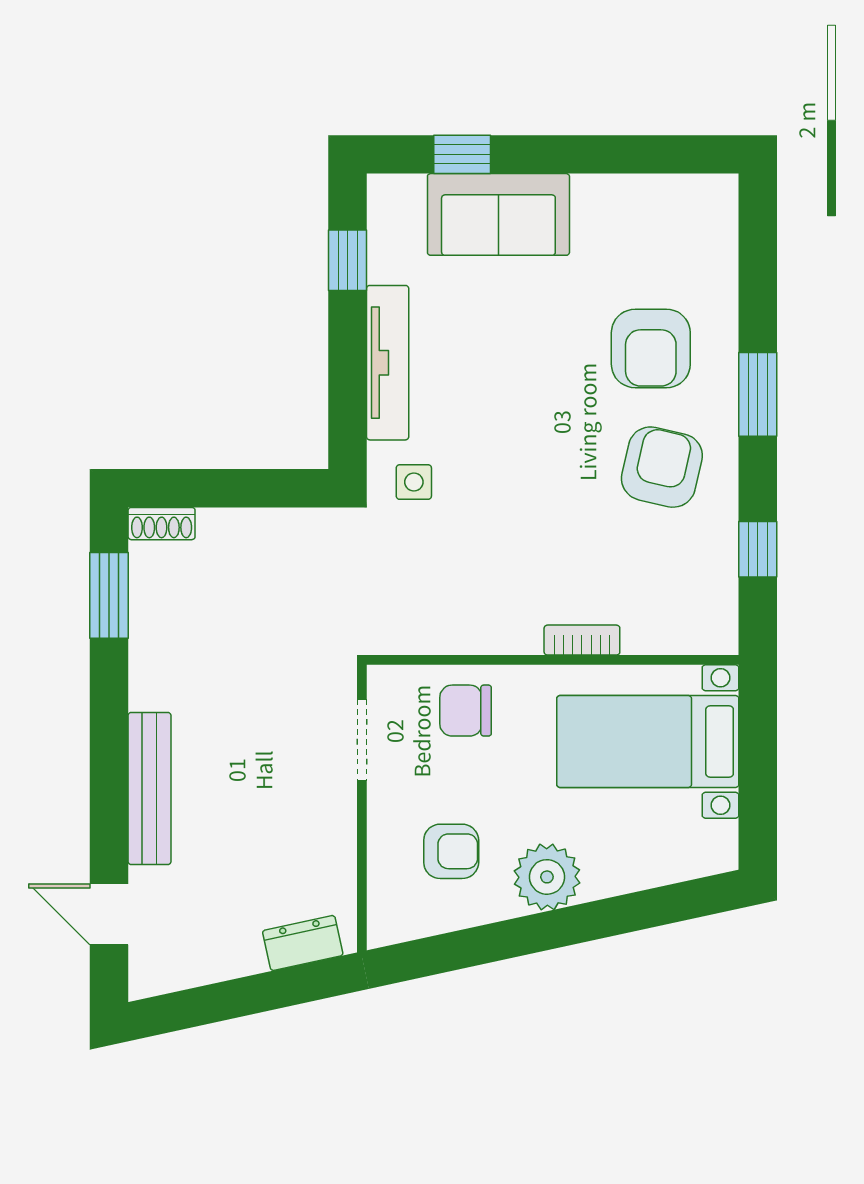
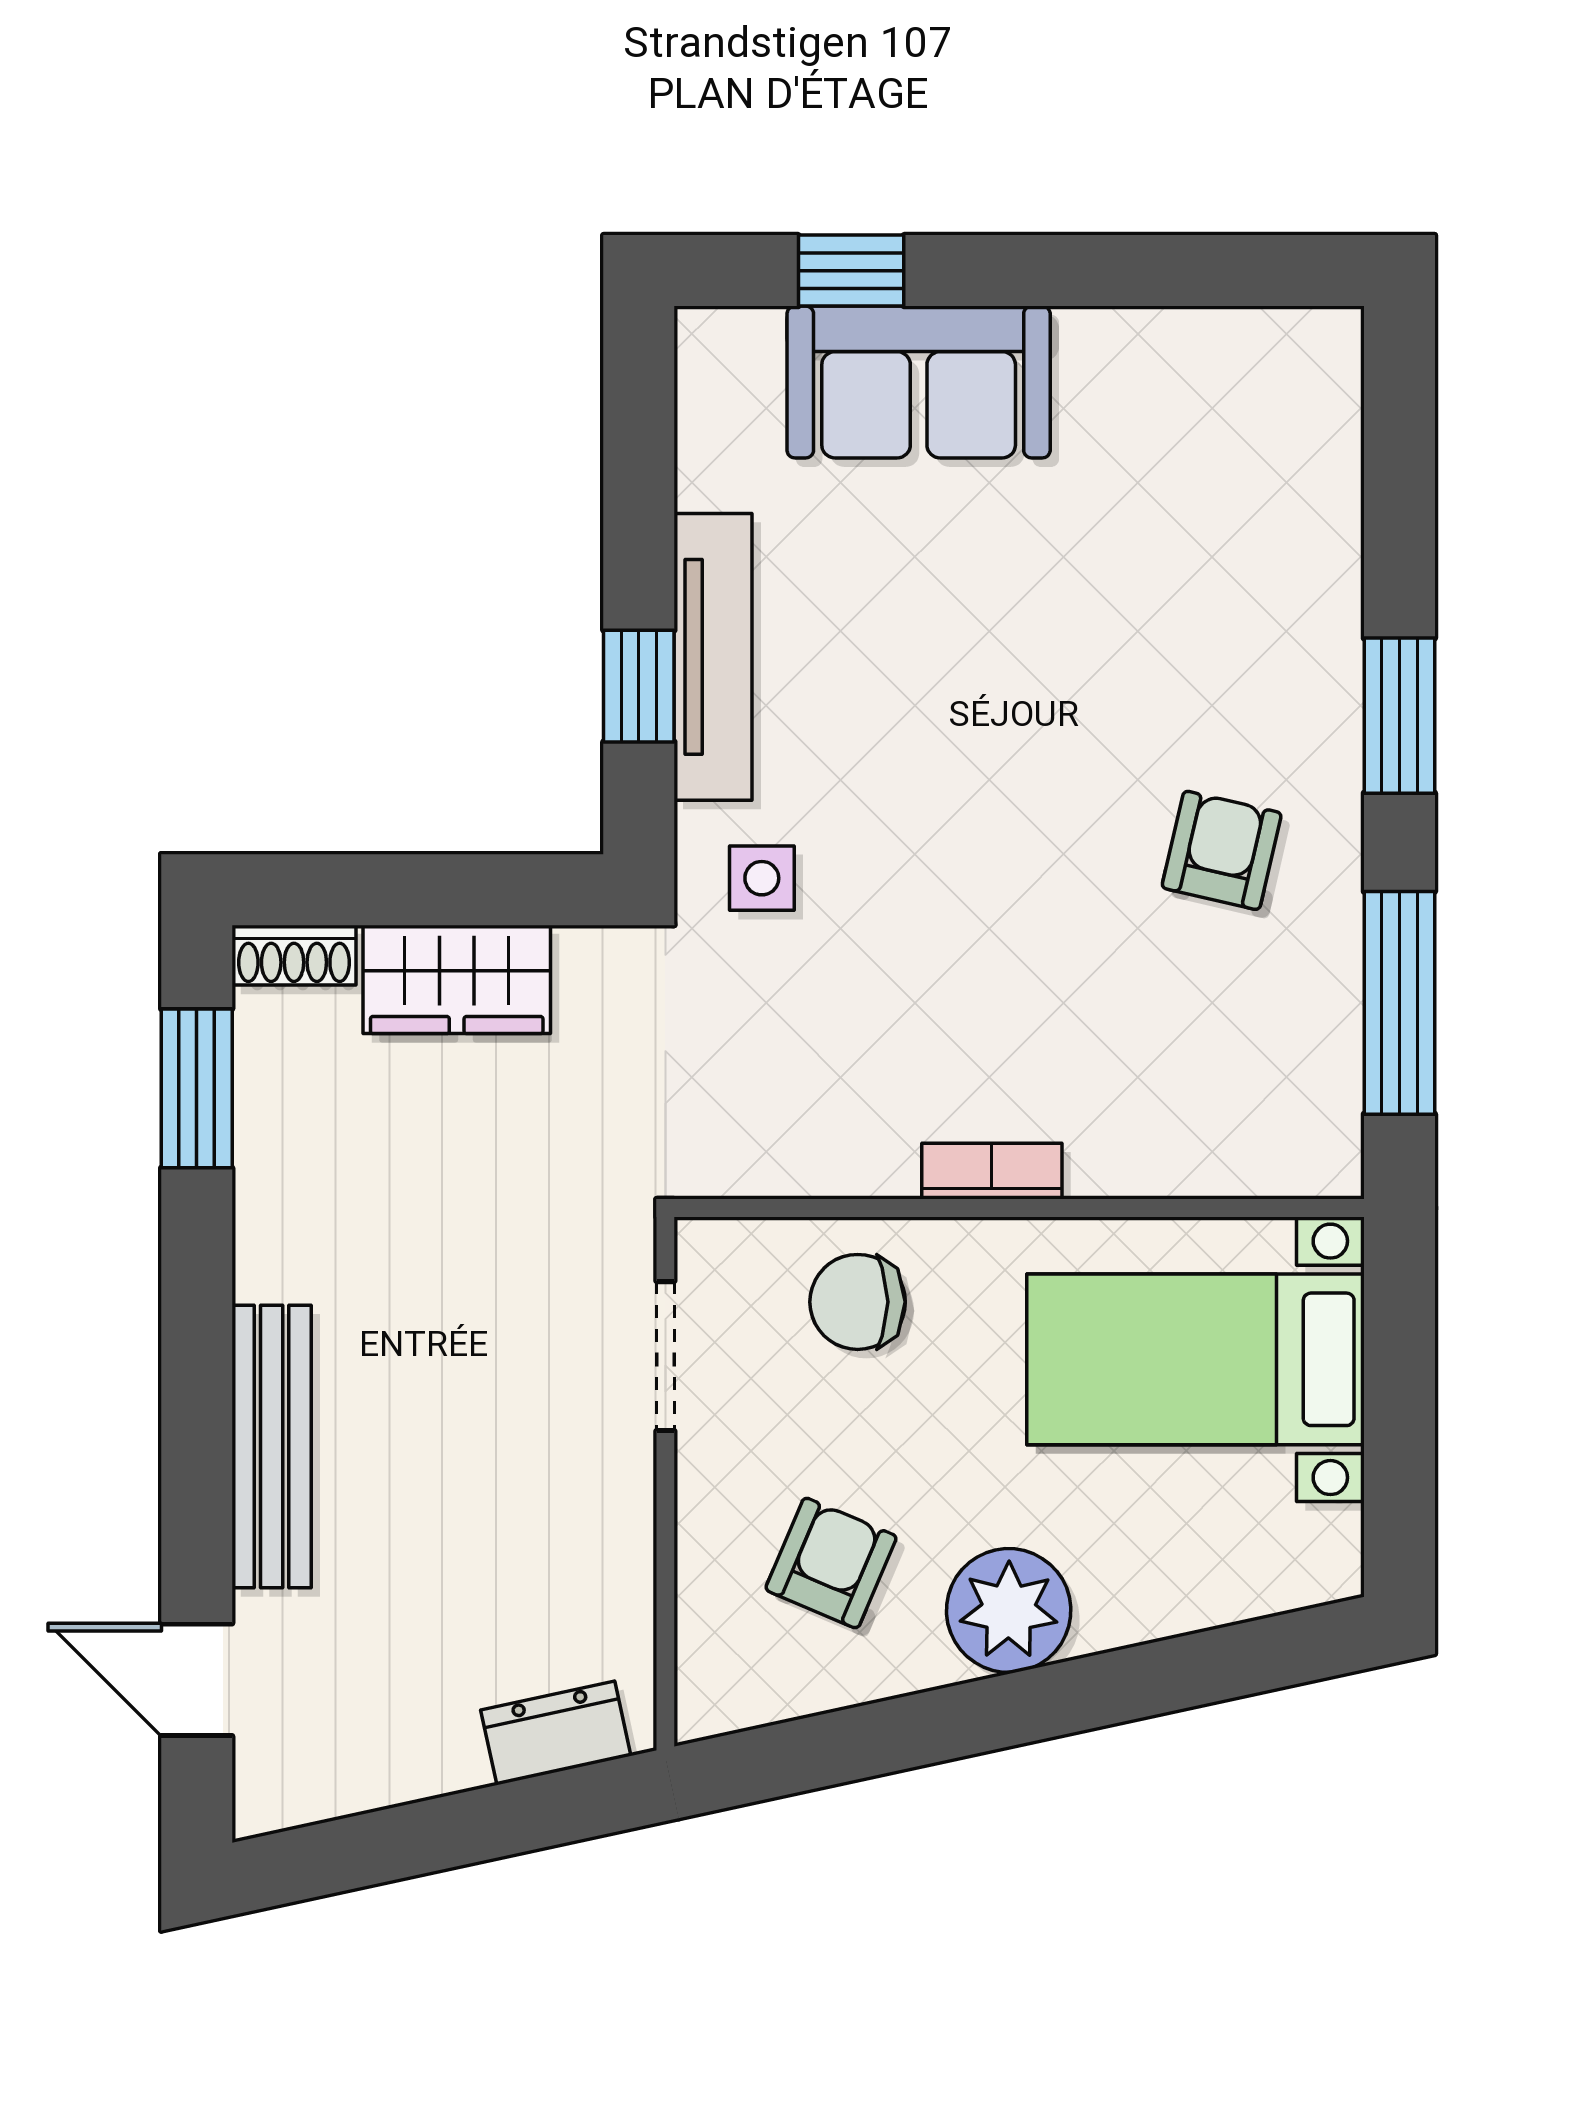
window: (348, 260) -> (639, 686), moved
armchair: (651, 348) -> (1201, 631), removed
armchair: (662, 467) -> (1222, 850), width x0.72, depth x0.72
wardrobe: (249, 537) -> (457, 979), added
window: (758, 549) -> (1399, 1003), width x2.17
bookcase: (582, 640) -> (992, 1171), moved
armchair: (451, 851) -> (831, 1563), turned -67

